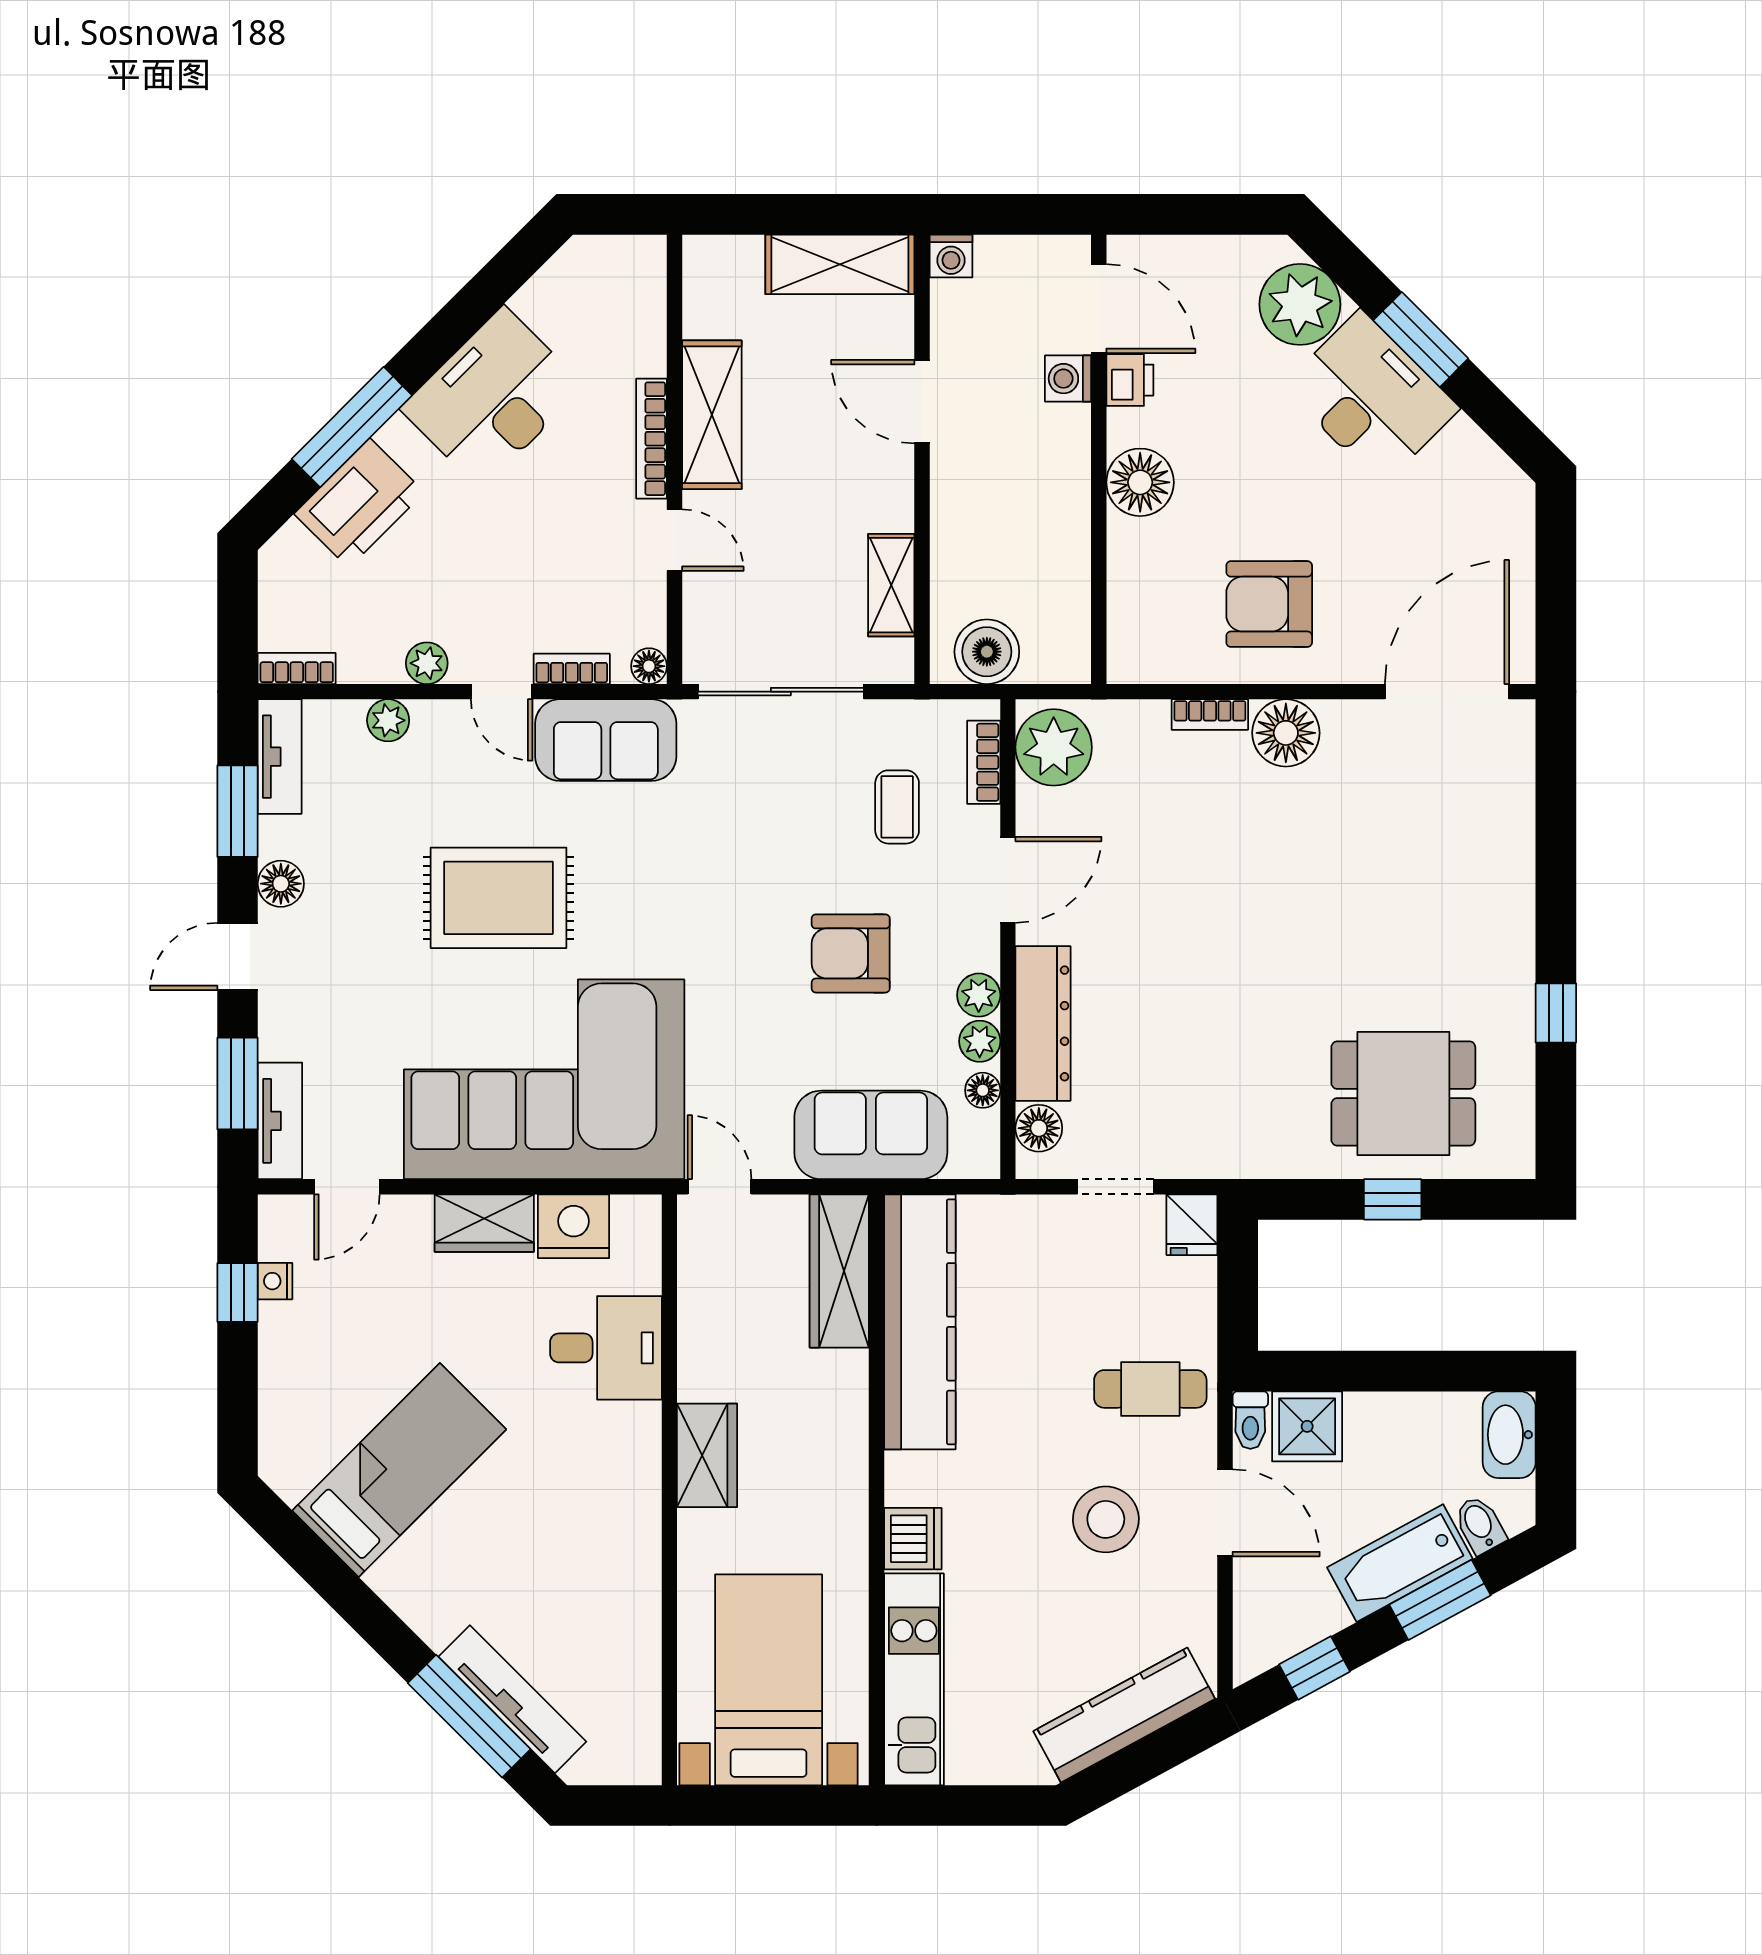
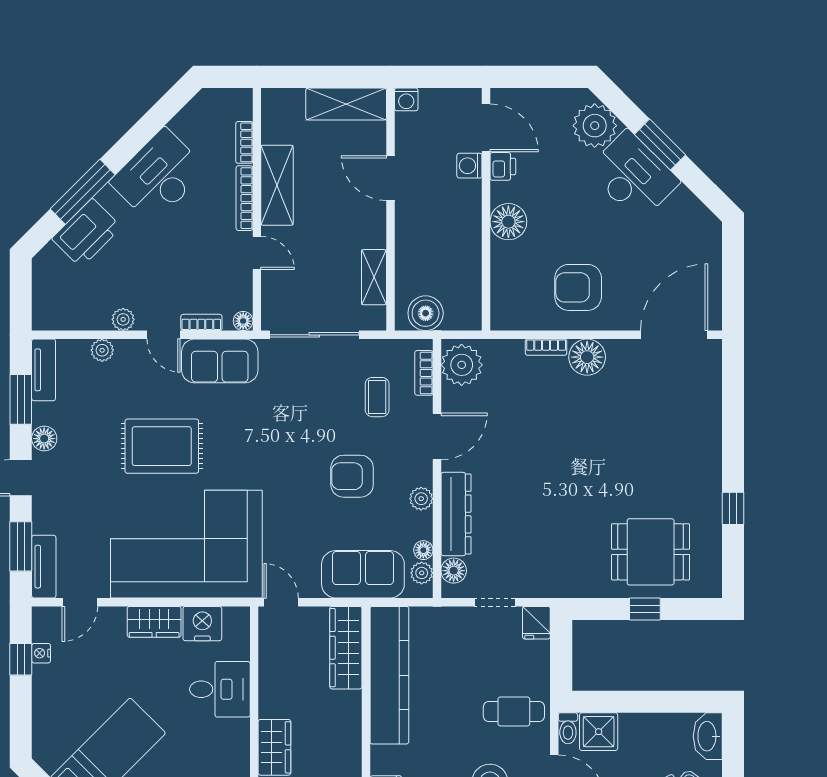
bookcase: (297, 668) -> (244, 142), moved, turned -90
plant: (980, 1041) -> (422, 573), moved

